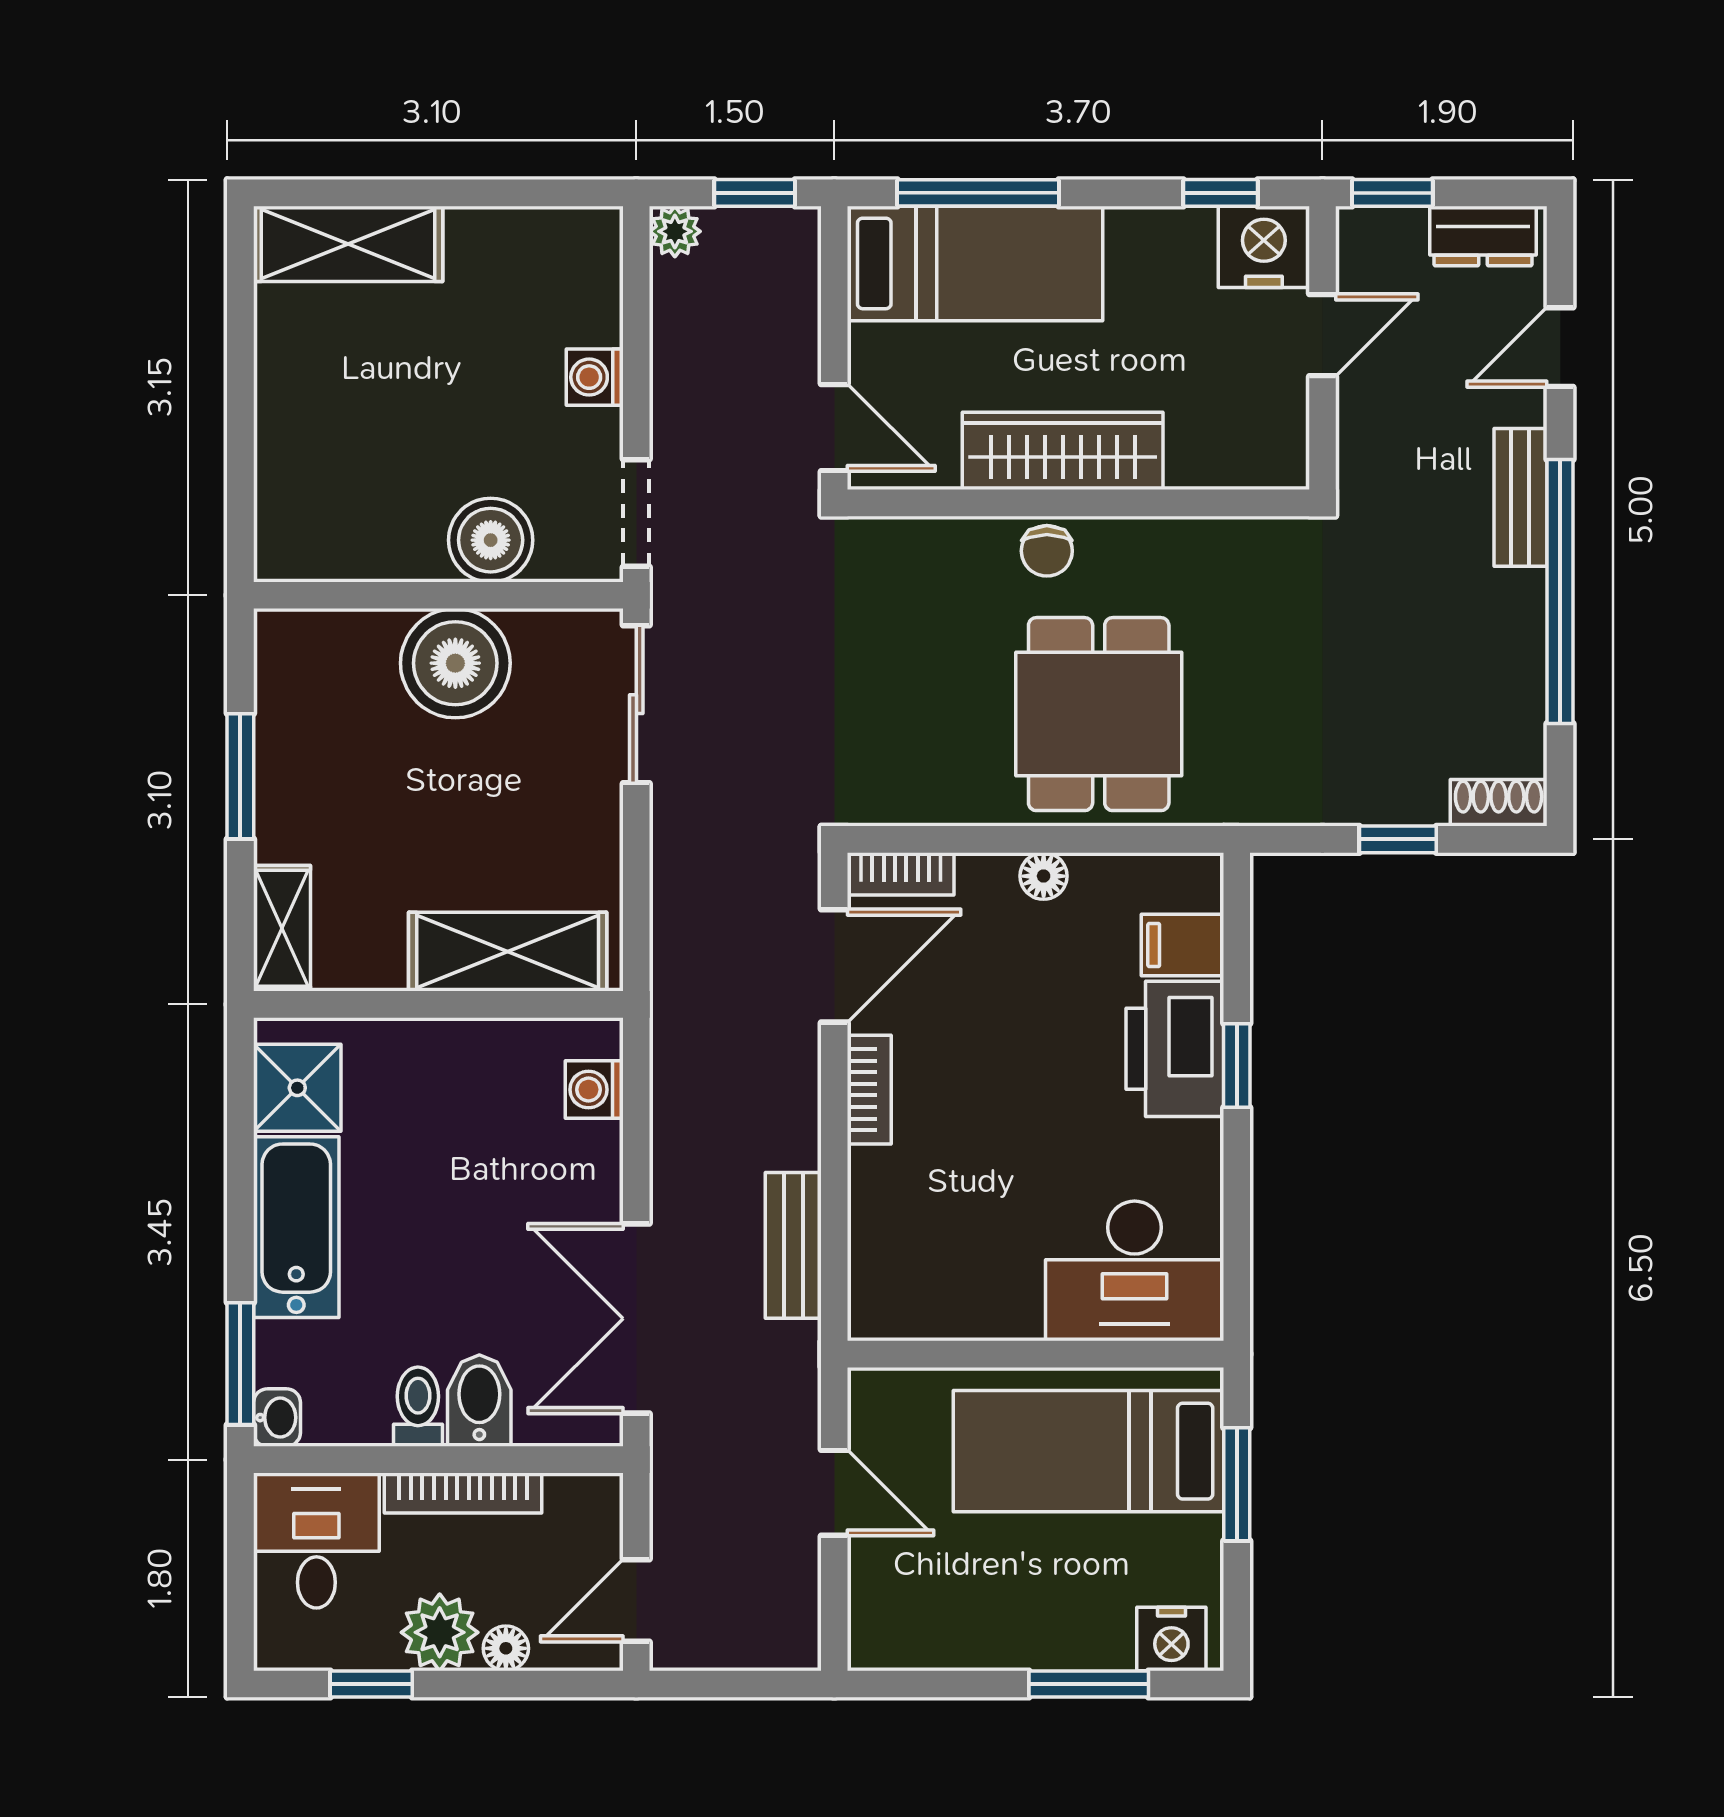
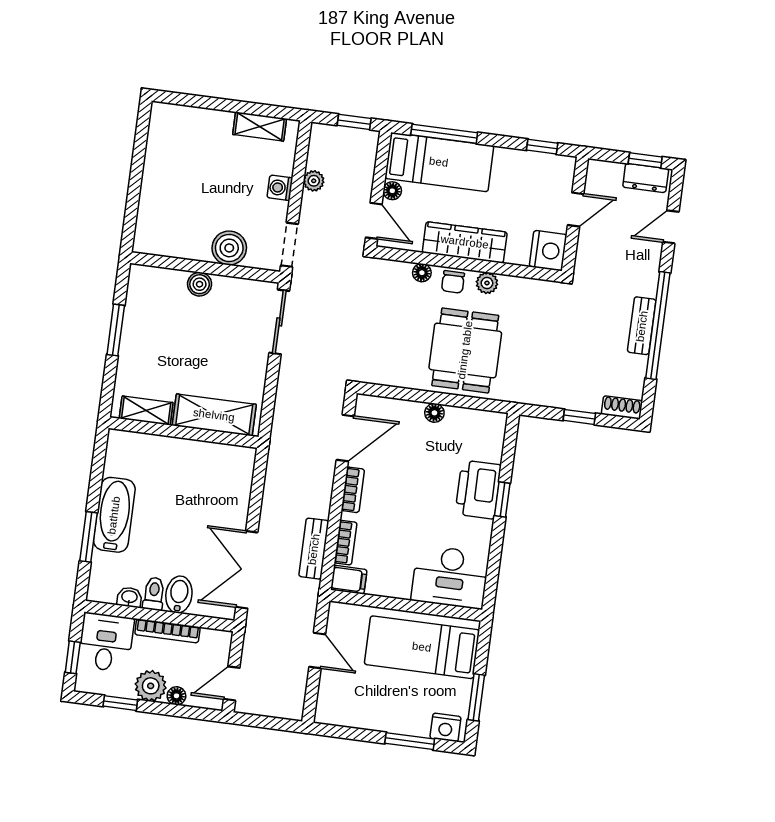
window: (1392, 193) -> (645, 160), moved
plant: (675, 231) -> (314, 181), moved
shelving: (348, 244) -> (260, 126), moved, width x0.67, depth x0.75
nightstand: (1264, 247) -> (548, 251), moved, turned 90
floor lamp: (870, 348) -> (392, 191), added
bench: (1520, 497) -> (642, 326), moved
floor lamp: (968, 539) -> (422, 273), added
plant: (1130, 543) -> (487, 283), added
boiler: (455, 663) -> (200, 284), width x0.54, depth x0.54
bookcase: (901, 874) -> (346, 543), moved, turned -90
shelving: (282, 928) -> (146, 411), moved, turned 90
filing cabinet: (1182, 945) -> (349, 580), moved, turned 180
shower: (297, 1088) -> (122, 459), removed
washing machine: (594, 1090) -> (242, 475), removed
window: (240, 1364) -> (88, 537), moved
washbasin: (277, 1418) -> (129, 597), moved, turned -90
window: (1237, 1484) -> (476, 697), moved
window: (240, 1588) -> (73, 657), added

